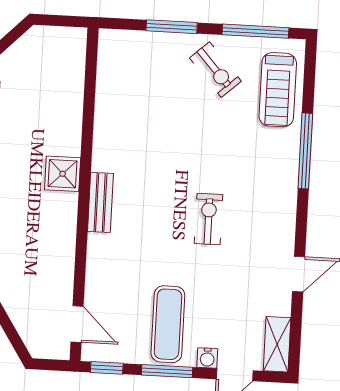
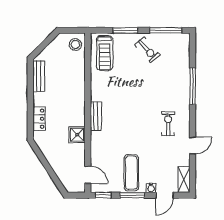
stool: (66, 50) -> (75, 44), added
treadmill: (278, 90) -> (105, 53), moved
shower: (63, 174) -> (77, 135), moved
exercise bike: (208, 219) -> (168, 124), moved

